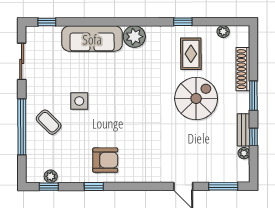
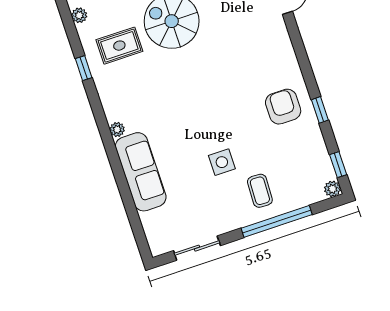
window: (47, 22) -> (139, 233), removed
plant: (134, 37) -> (117, 129), width x0.53, depth x0.53
coffee table: (49, 122) -> (260, 191), turned -43
plant: (51, 176) -> (332, 189), moved

